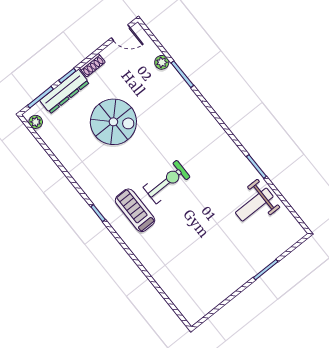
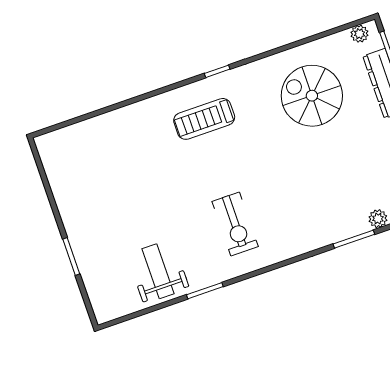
spiral stairs: (113, 122) -> (312, 96), moved, turned 90
exercise bike: (167, 182) -> (235, 224), moved
treadmill: (135, 210) -> (204, 119), turned 180

